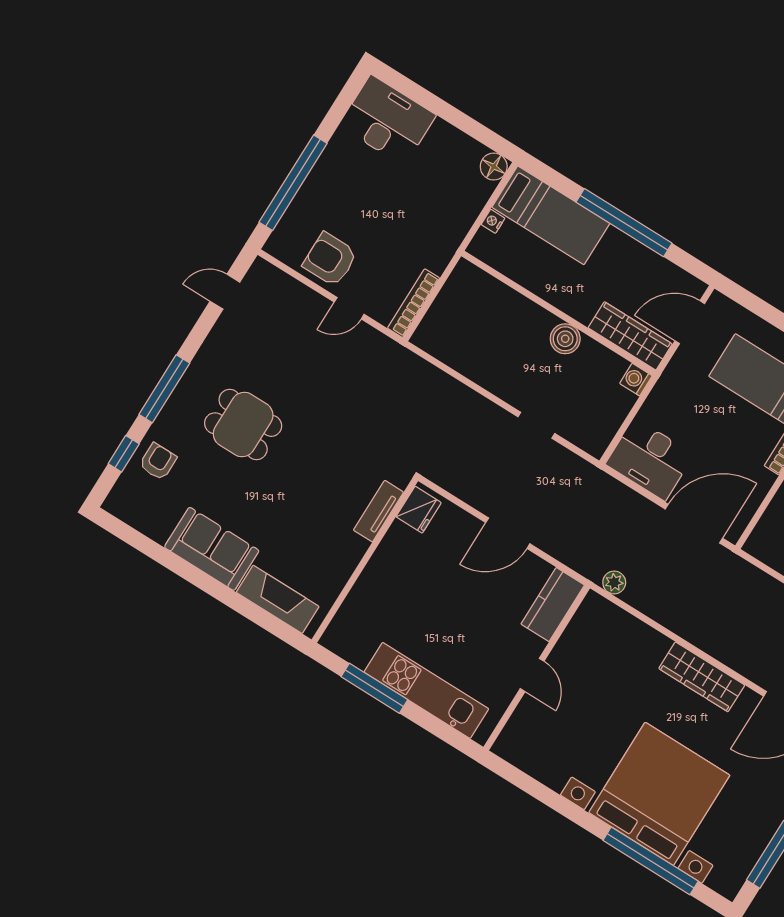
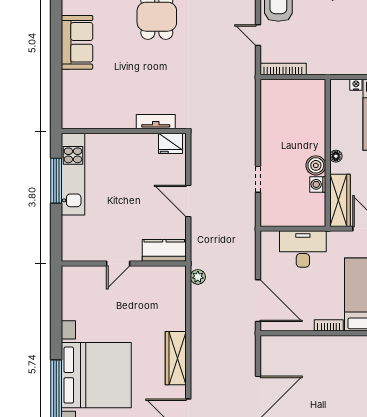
floor lamp: (569, 305) -> (336, 156), added
washing machine: (636, 380) -> (318, 184), moved, turned -90
desk: (650, 459) -> (303, 249), moved, turned 90
fireplace: (278, 599) -> (72, 96), removed
kitchen unit: (426, 690) -> (73, 174), moved

